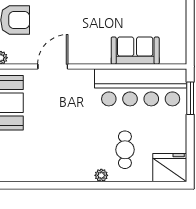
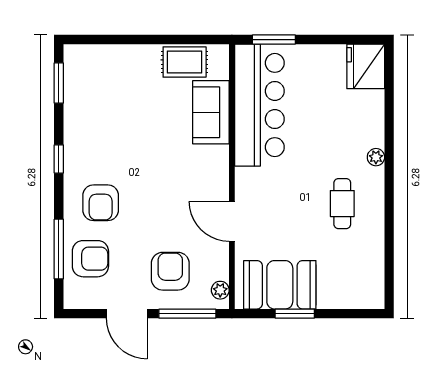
rug: (173, 31) -> (185, 62), added
cafe table: (125, 150) -> (342, 204), moved, turned 90

